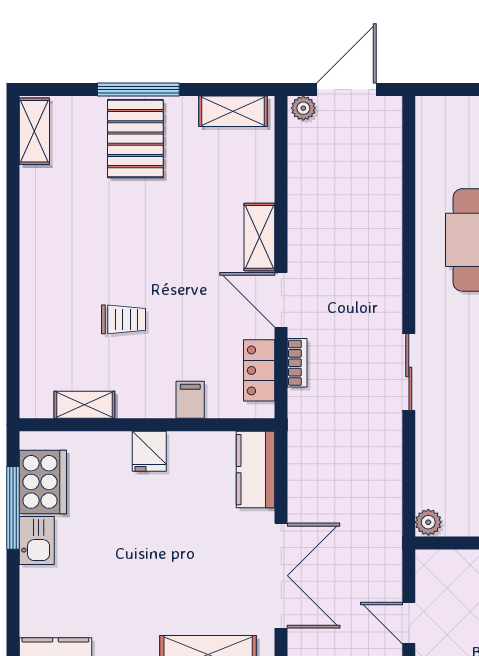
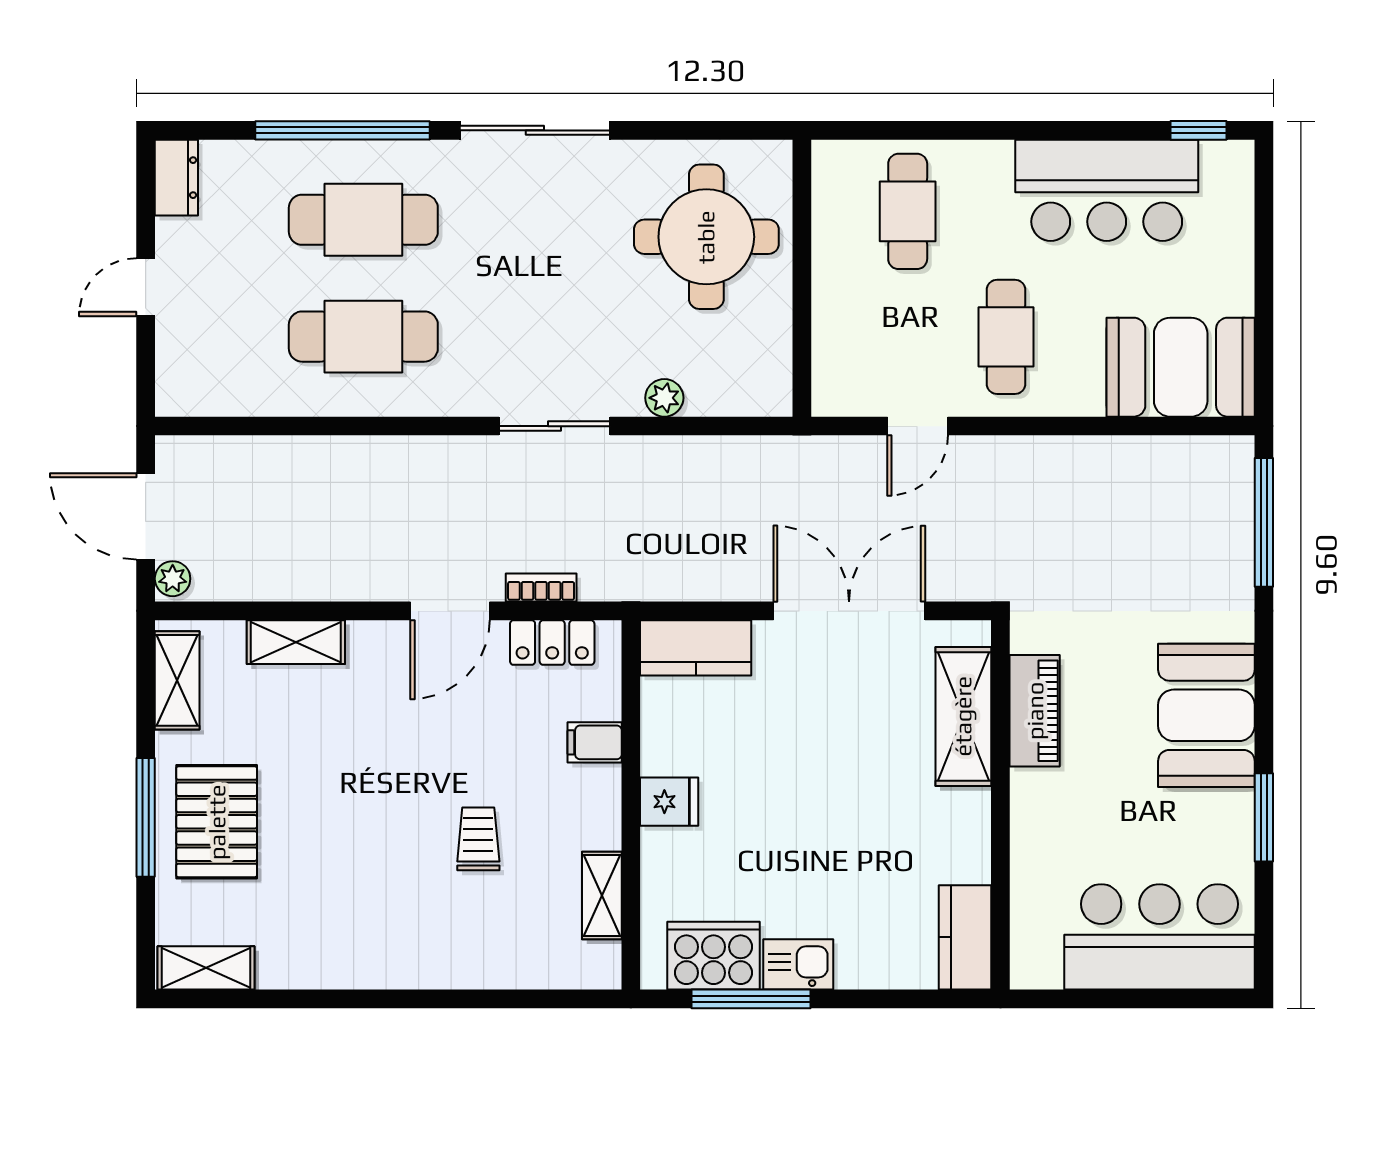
pallet: (135, 139) -> (217, 822), turned 90
shelving: (259, 237) -> (296, 642), moved
plant: (428, 522) -> (664, 398), moved

